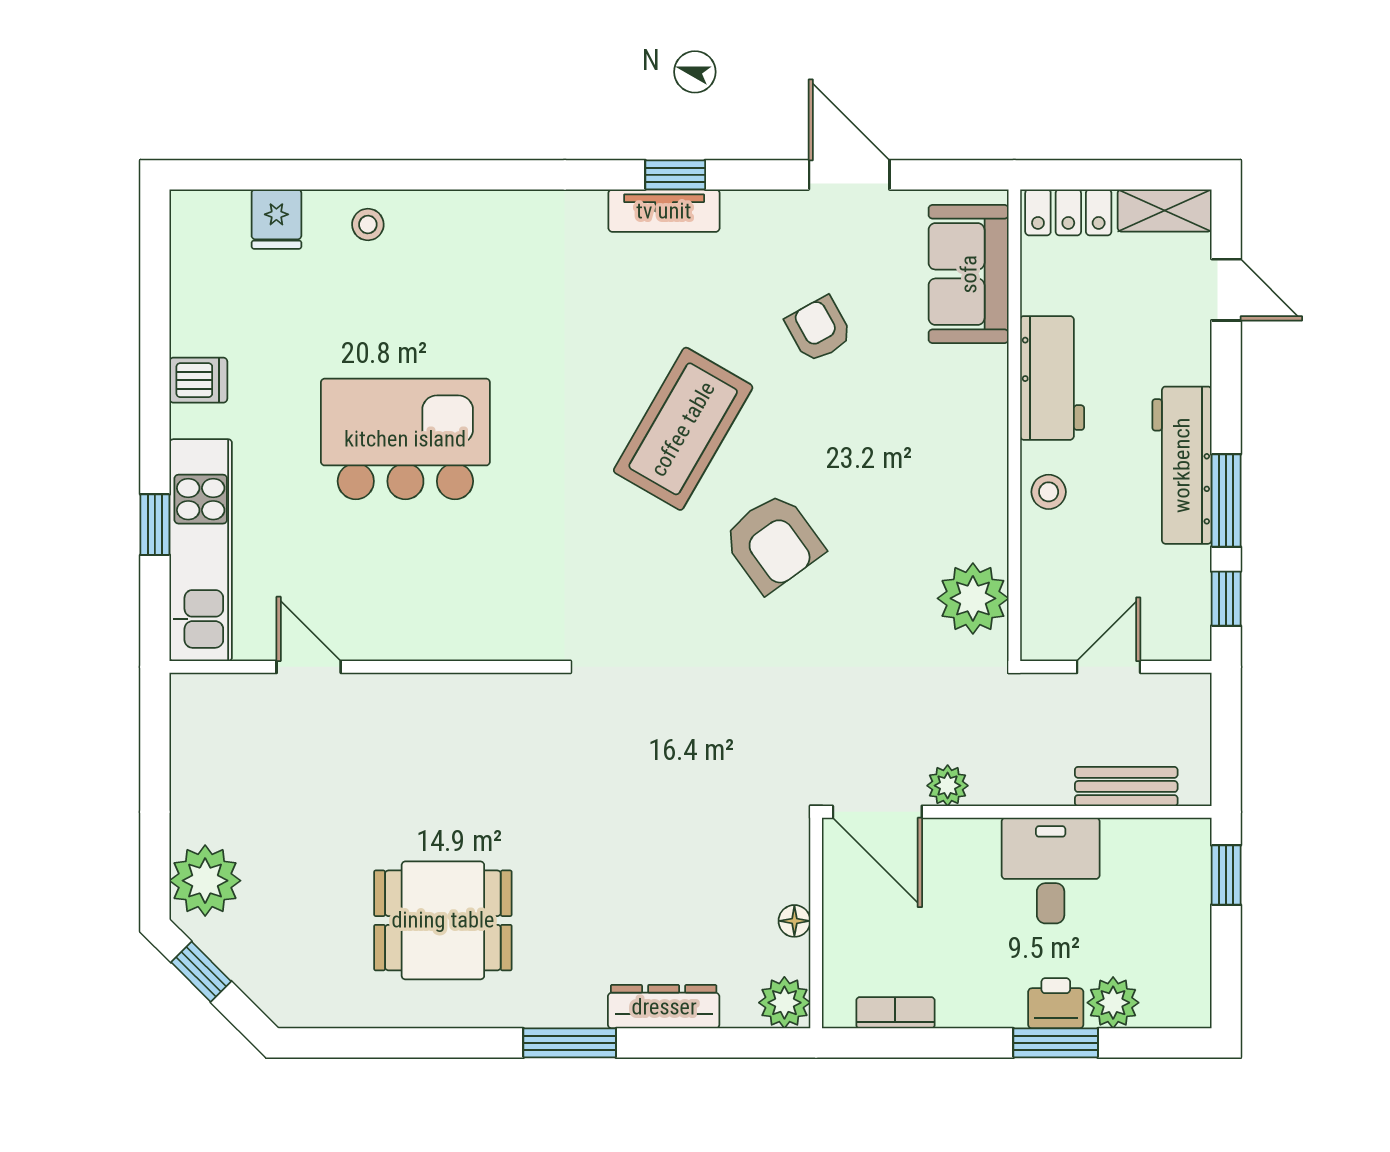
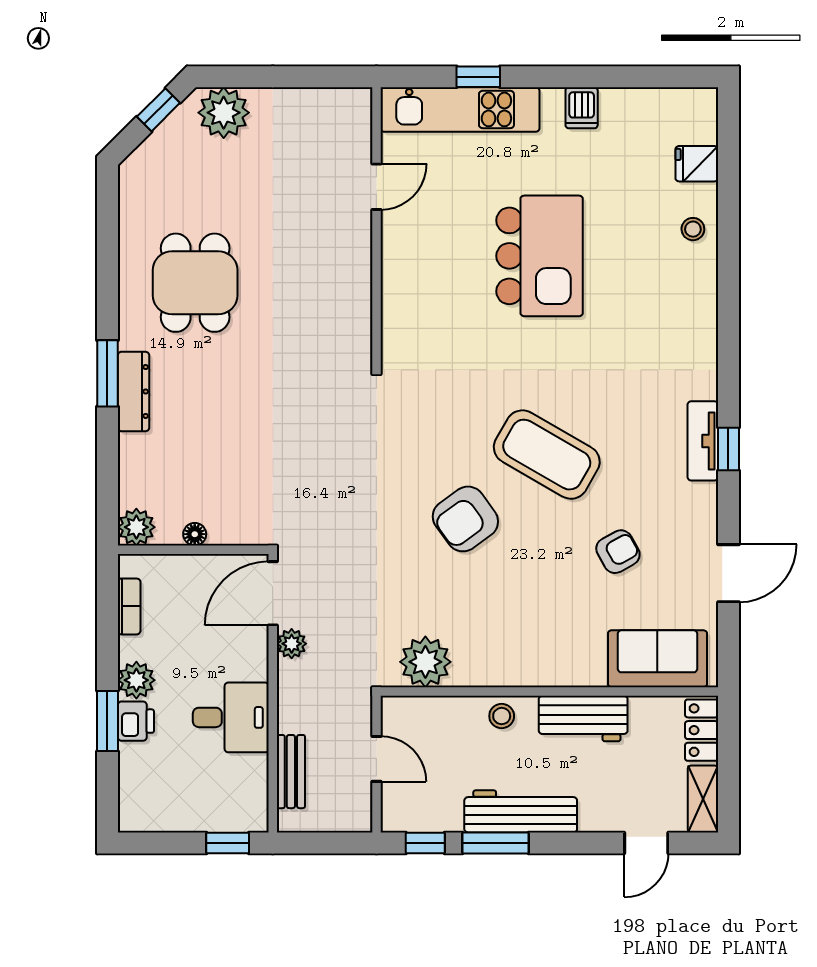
plant: (1113, 1003) -> (136, 680), moved
dresser: (664, 1007) -> (133, 391), moved

